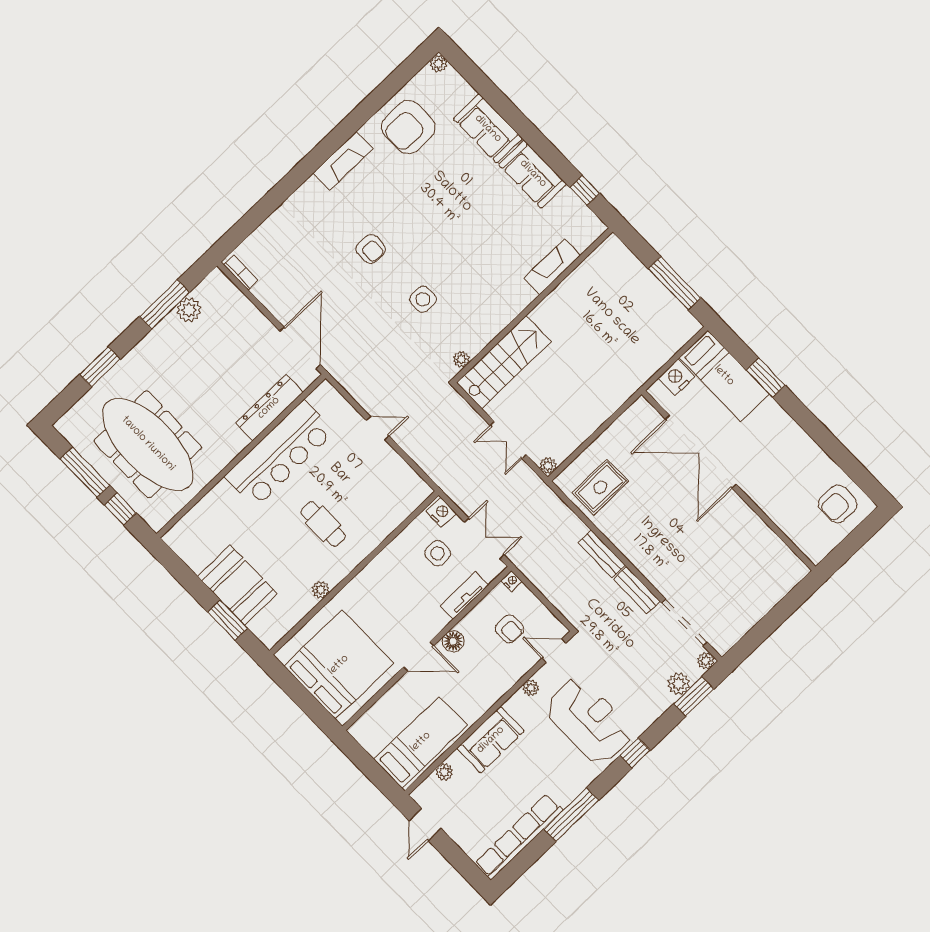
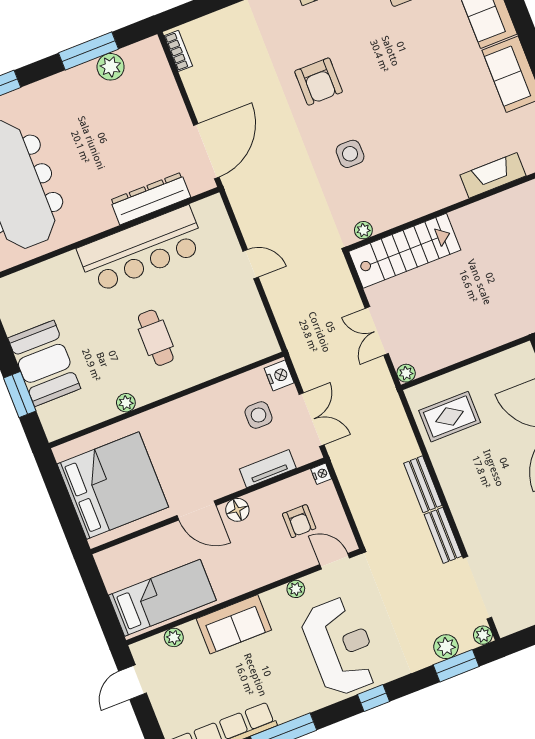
armchair: (371, 249) -> (319, 82), width x1.38, depth x1.38

